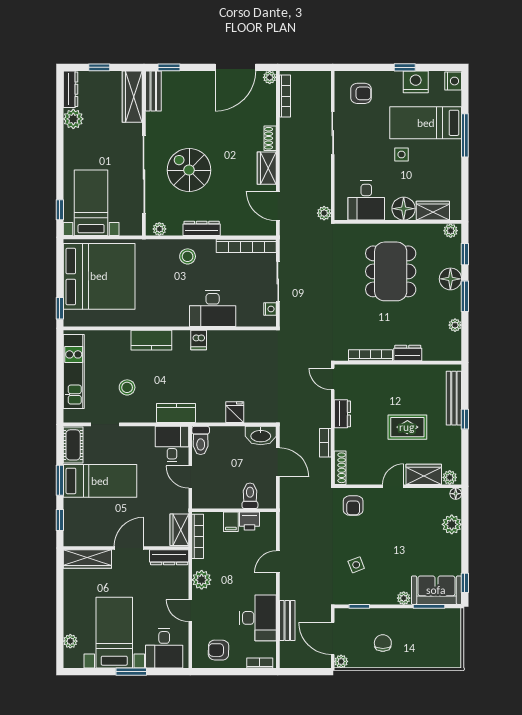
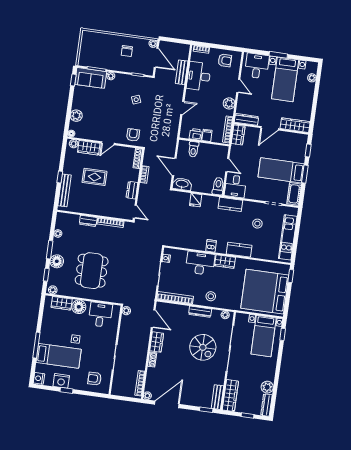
wardrobe: (172, 317) -> (225, 262), added

